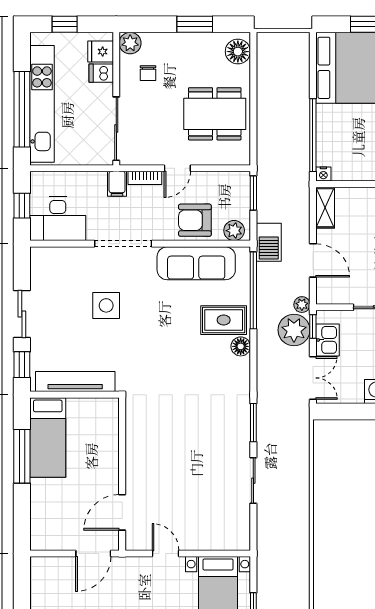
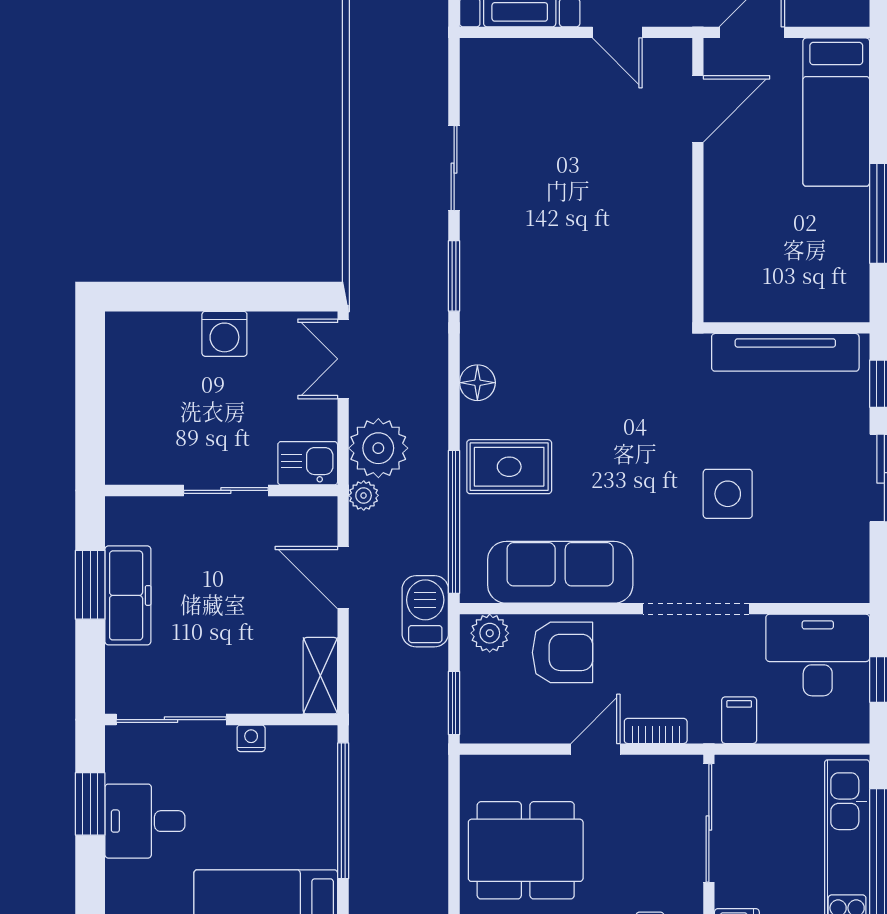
nightstand: (323, 174) -> (251, 738), moved
filing cabinet: (117, 184) -> (739, 720), moved
window: (313, 326) -> (343, 455), removed
kitchen sink: (327, 340) -> (308, 463), moved, turned 90
floor lamp: (241, 346) -> (477, 383), moved
bed: (48, 437) -> (836, 112), moved, turned 180

